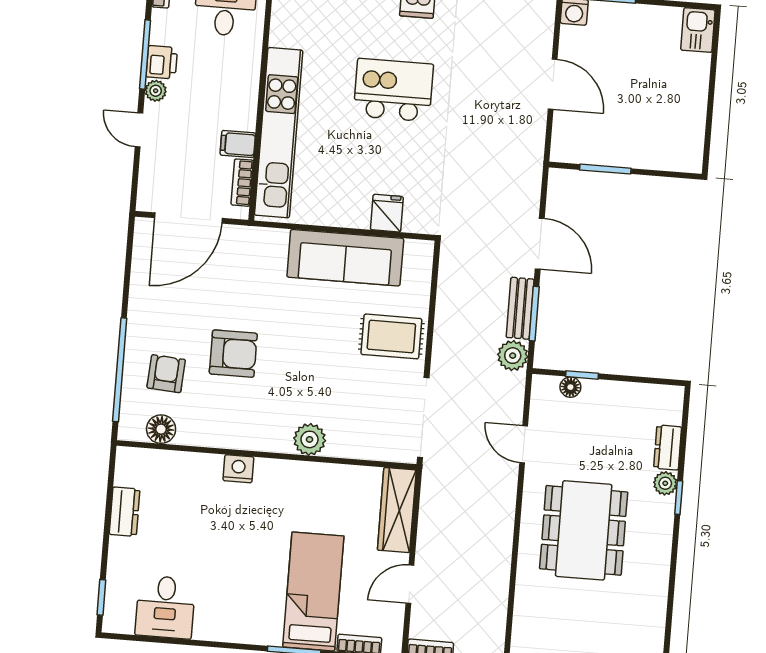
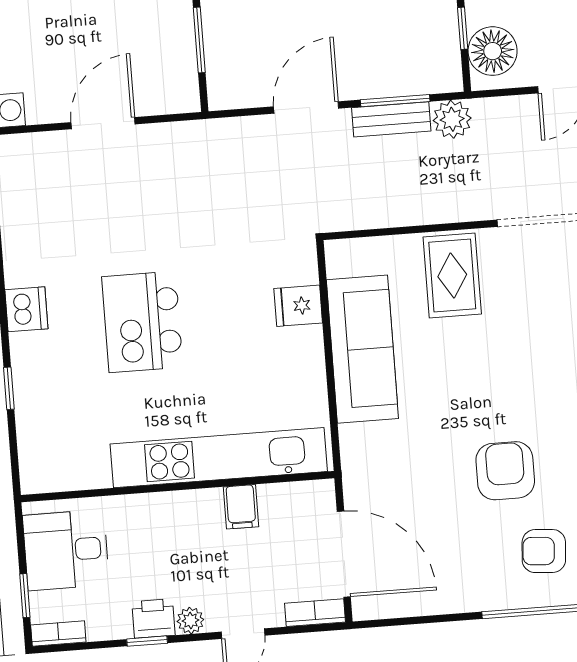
window: (145, 55) -> (147, 641), width x0.46
bookcase: (242, 183) -> (315, 613), moved, turned 180
floor lamp: (570, 387) -> (493, 51), width x1.89, depth x1.89

